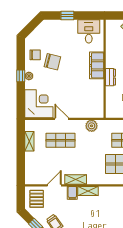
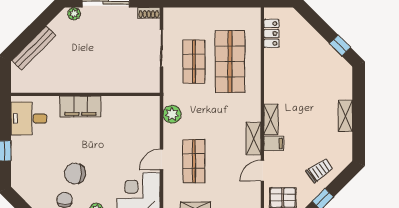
chair: (52, 62) -> (75, 174), turned -100
dresser: (111, 77) -> (98, 85), removed
door: (54, 185) -> (262, 171), hinge flipped

